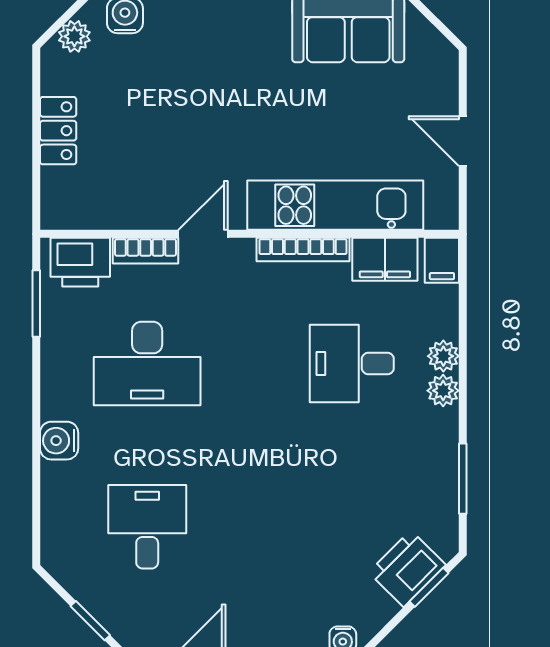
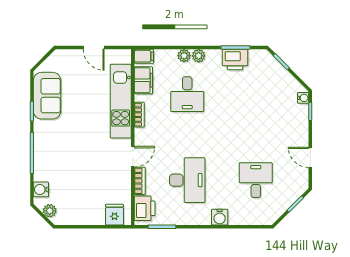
locker: (58, 131) -> (89, 218), removed
door: (463, 141) -> (94, 48), hinge flipped
fridge: (65, 190) -> (114, 215), added
door: (203, 234) -> (133, 157), swing flipped
bookcase: (303, 249) -> (139, 115), width x0.64
desk: (147, 527) -> (256, 180), turned 90
printer: (407, 569) -> (235, 60), moved, turned -45

